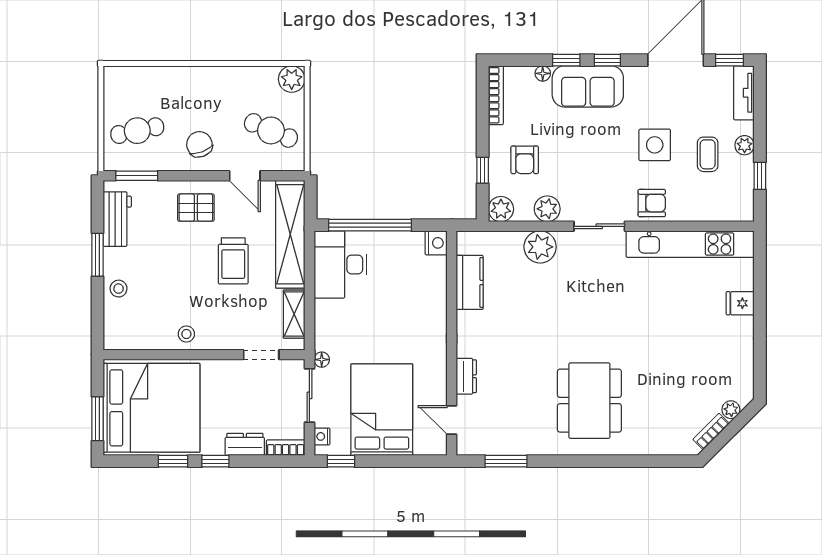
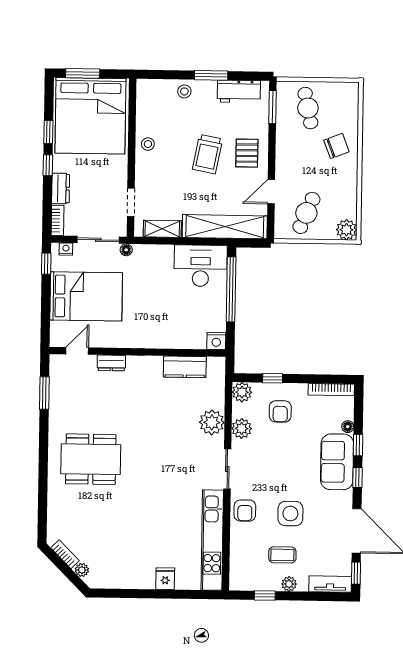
chair: (199, 144) -> (336, 146), moved
armchair: (525, 160) -> (280, 411), turned -90
trolley: (233, 261) -> (207, 154), moved, turned -79

